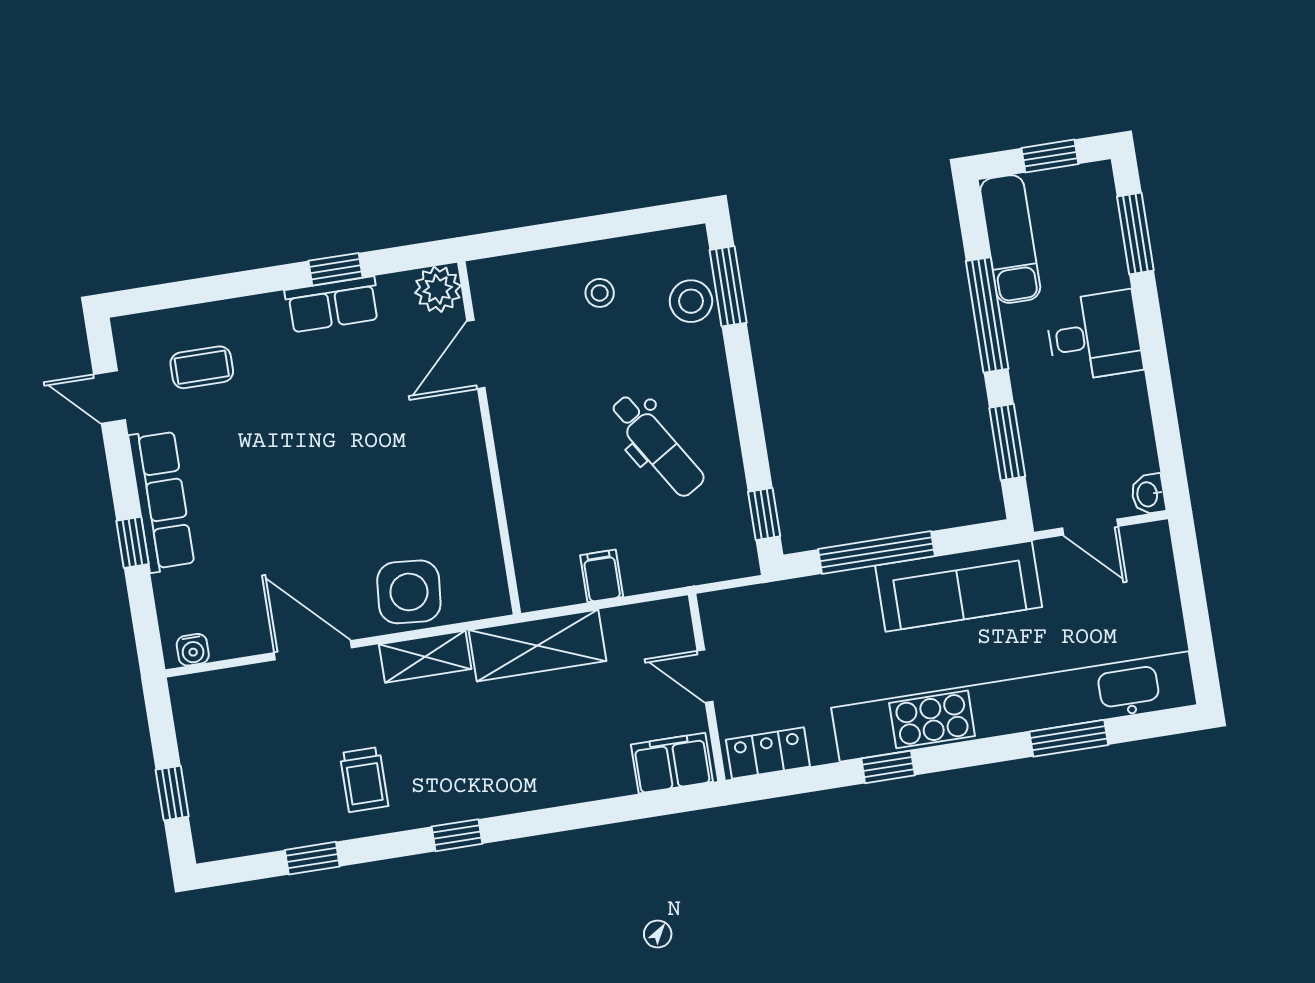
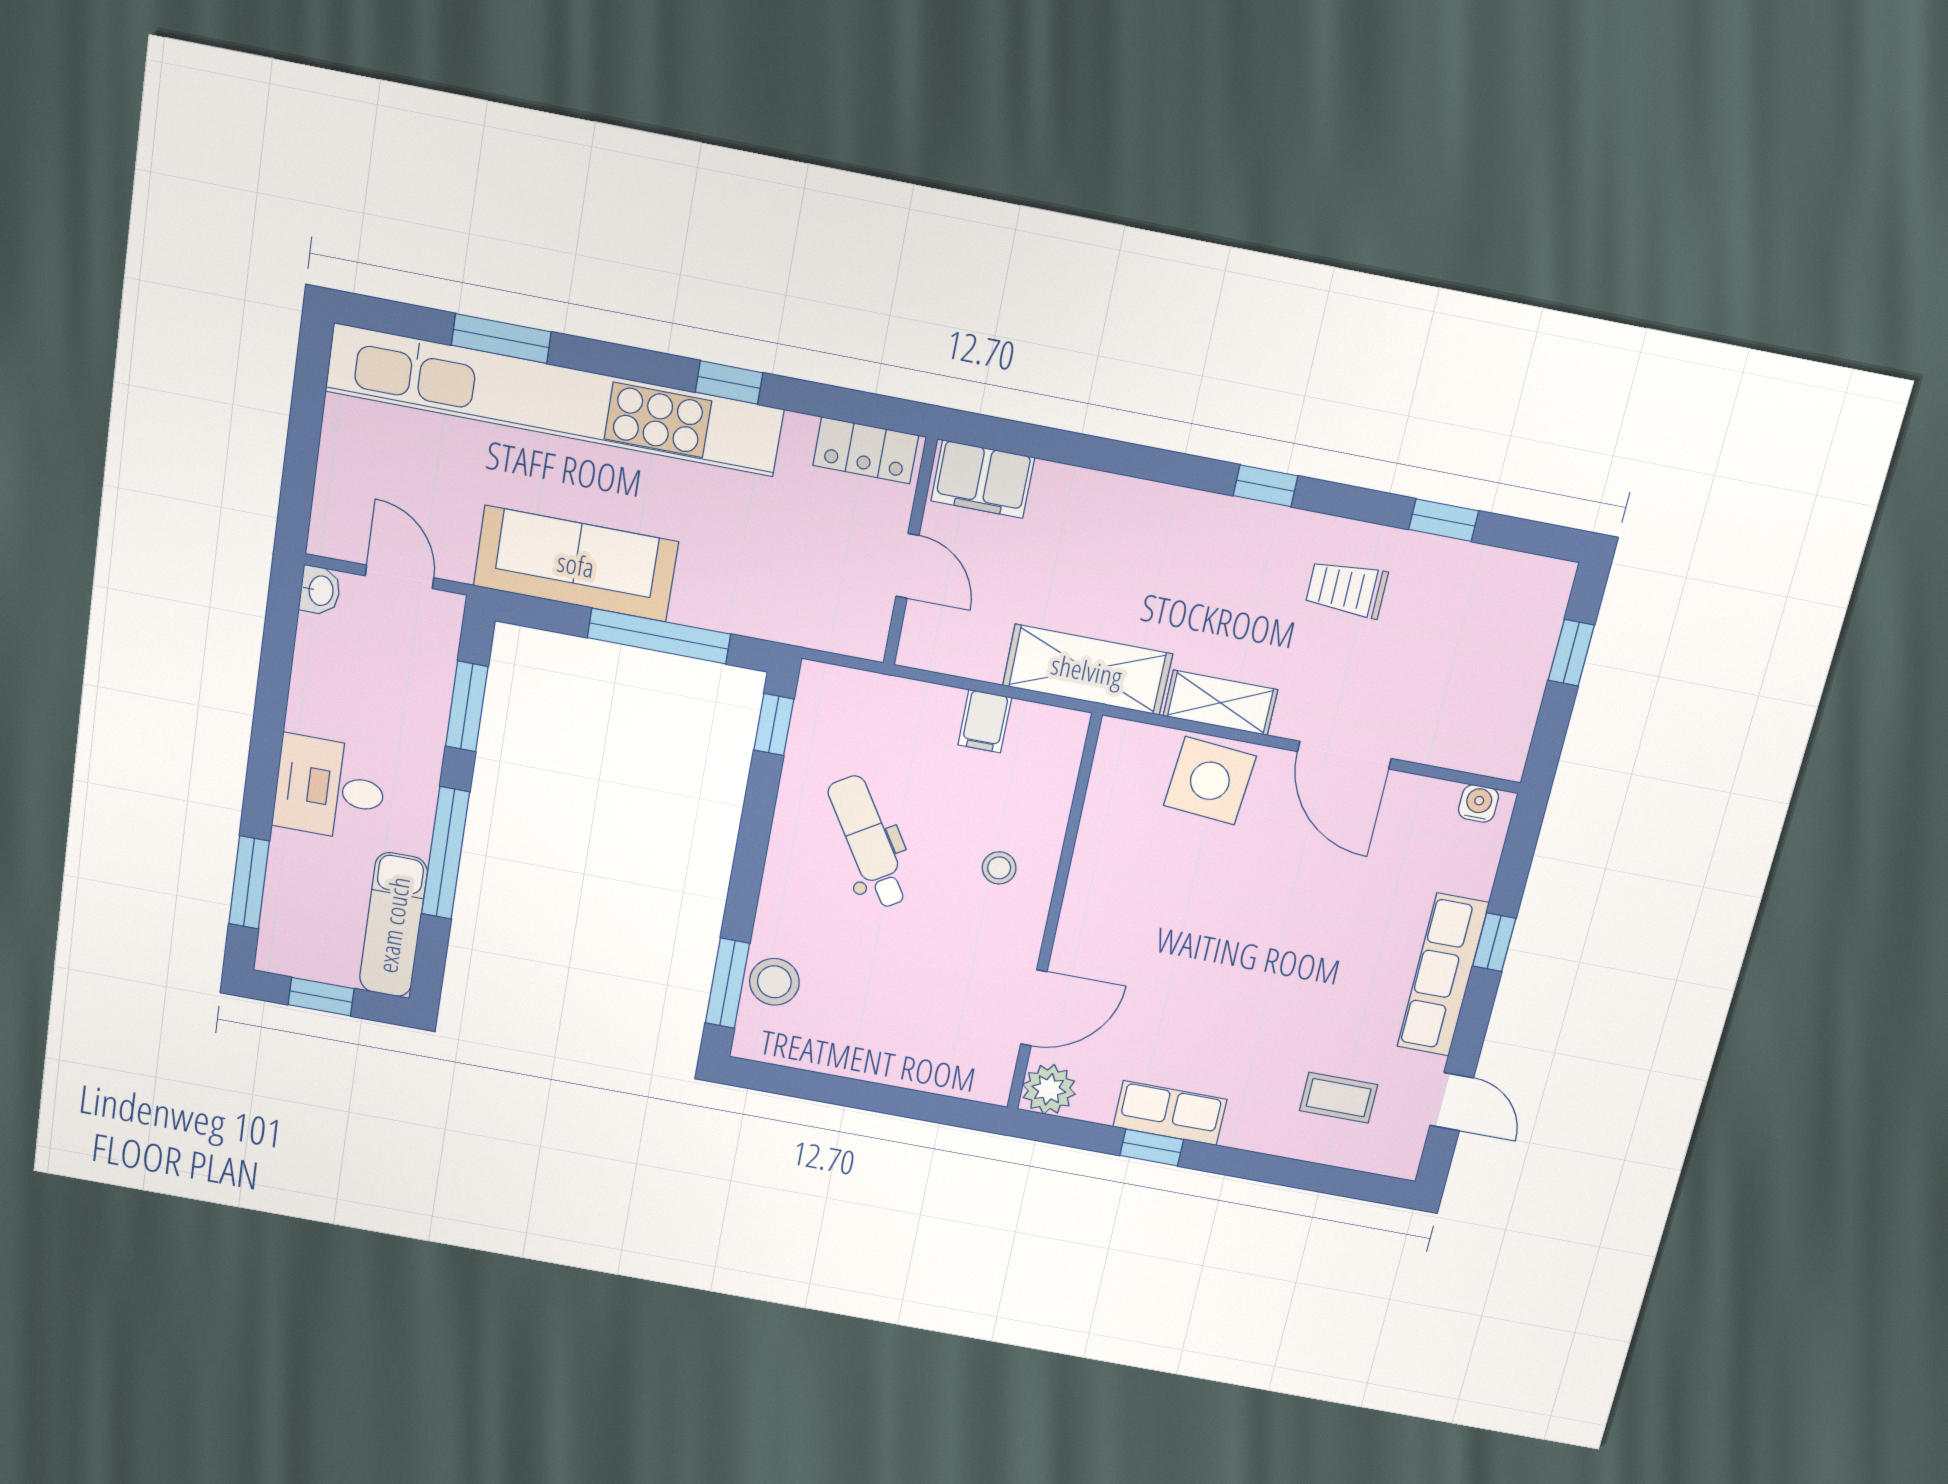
stool: (600, 293) -> (999, 868), moved
trolley: (364, 780) -> (1347, 589), turned -90

